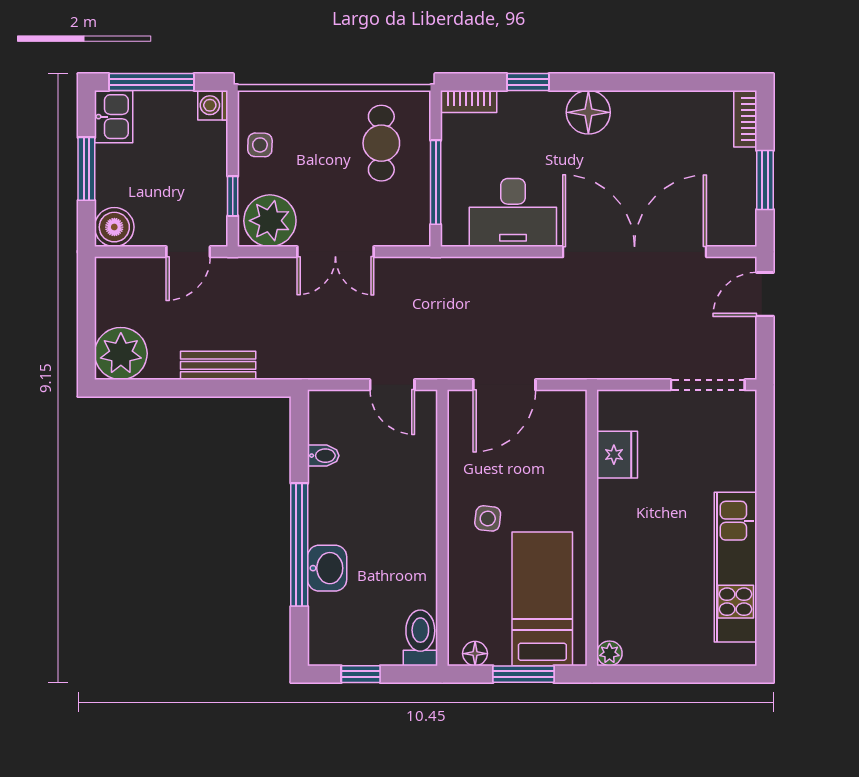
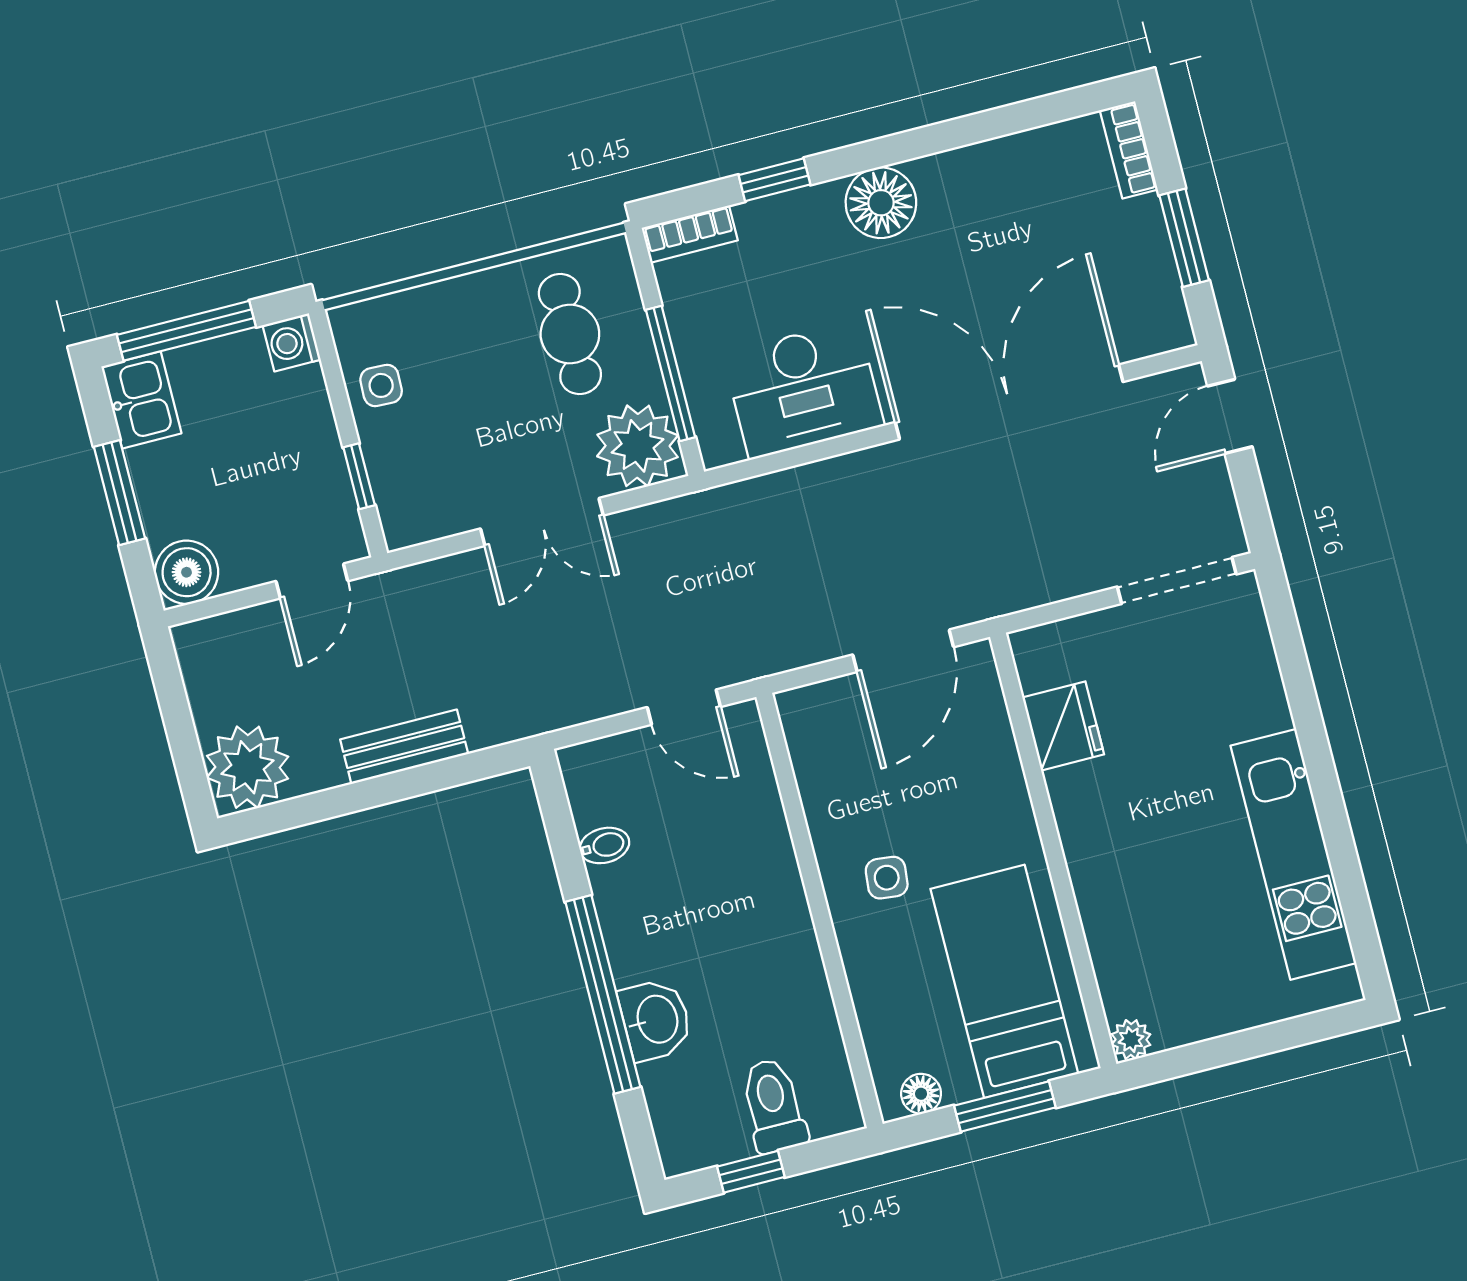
plant: (270, 221) -> (638, 446), moved
door: (504, 385) -> (903, 651), moved
toilet: (420, 638) -> (773, 1106), moved

